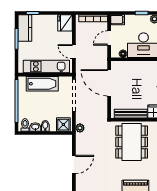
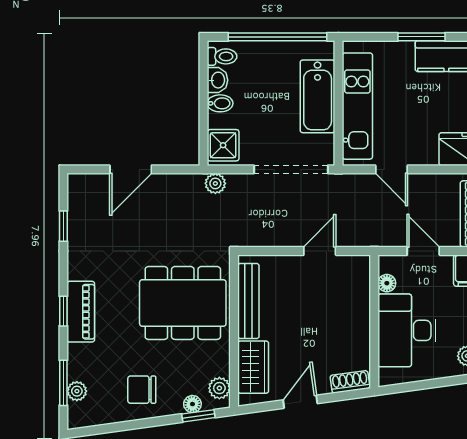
door: (74, 52) -> (392, 169), swing flipped
door: (109, 83) -> (320, 251), width x0.53
door: (74, 165) -> (131, 169), hinge flipped

